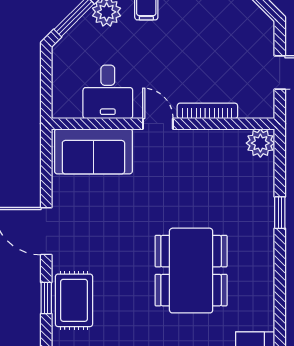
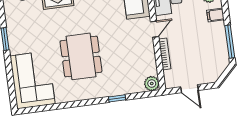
dining table: (191, 271) -> (81, 56), turned 90

